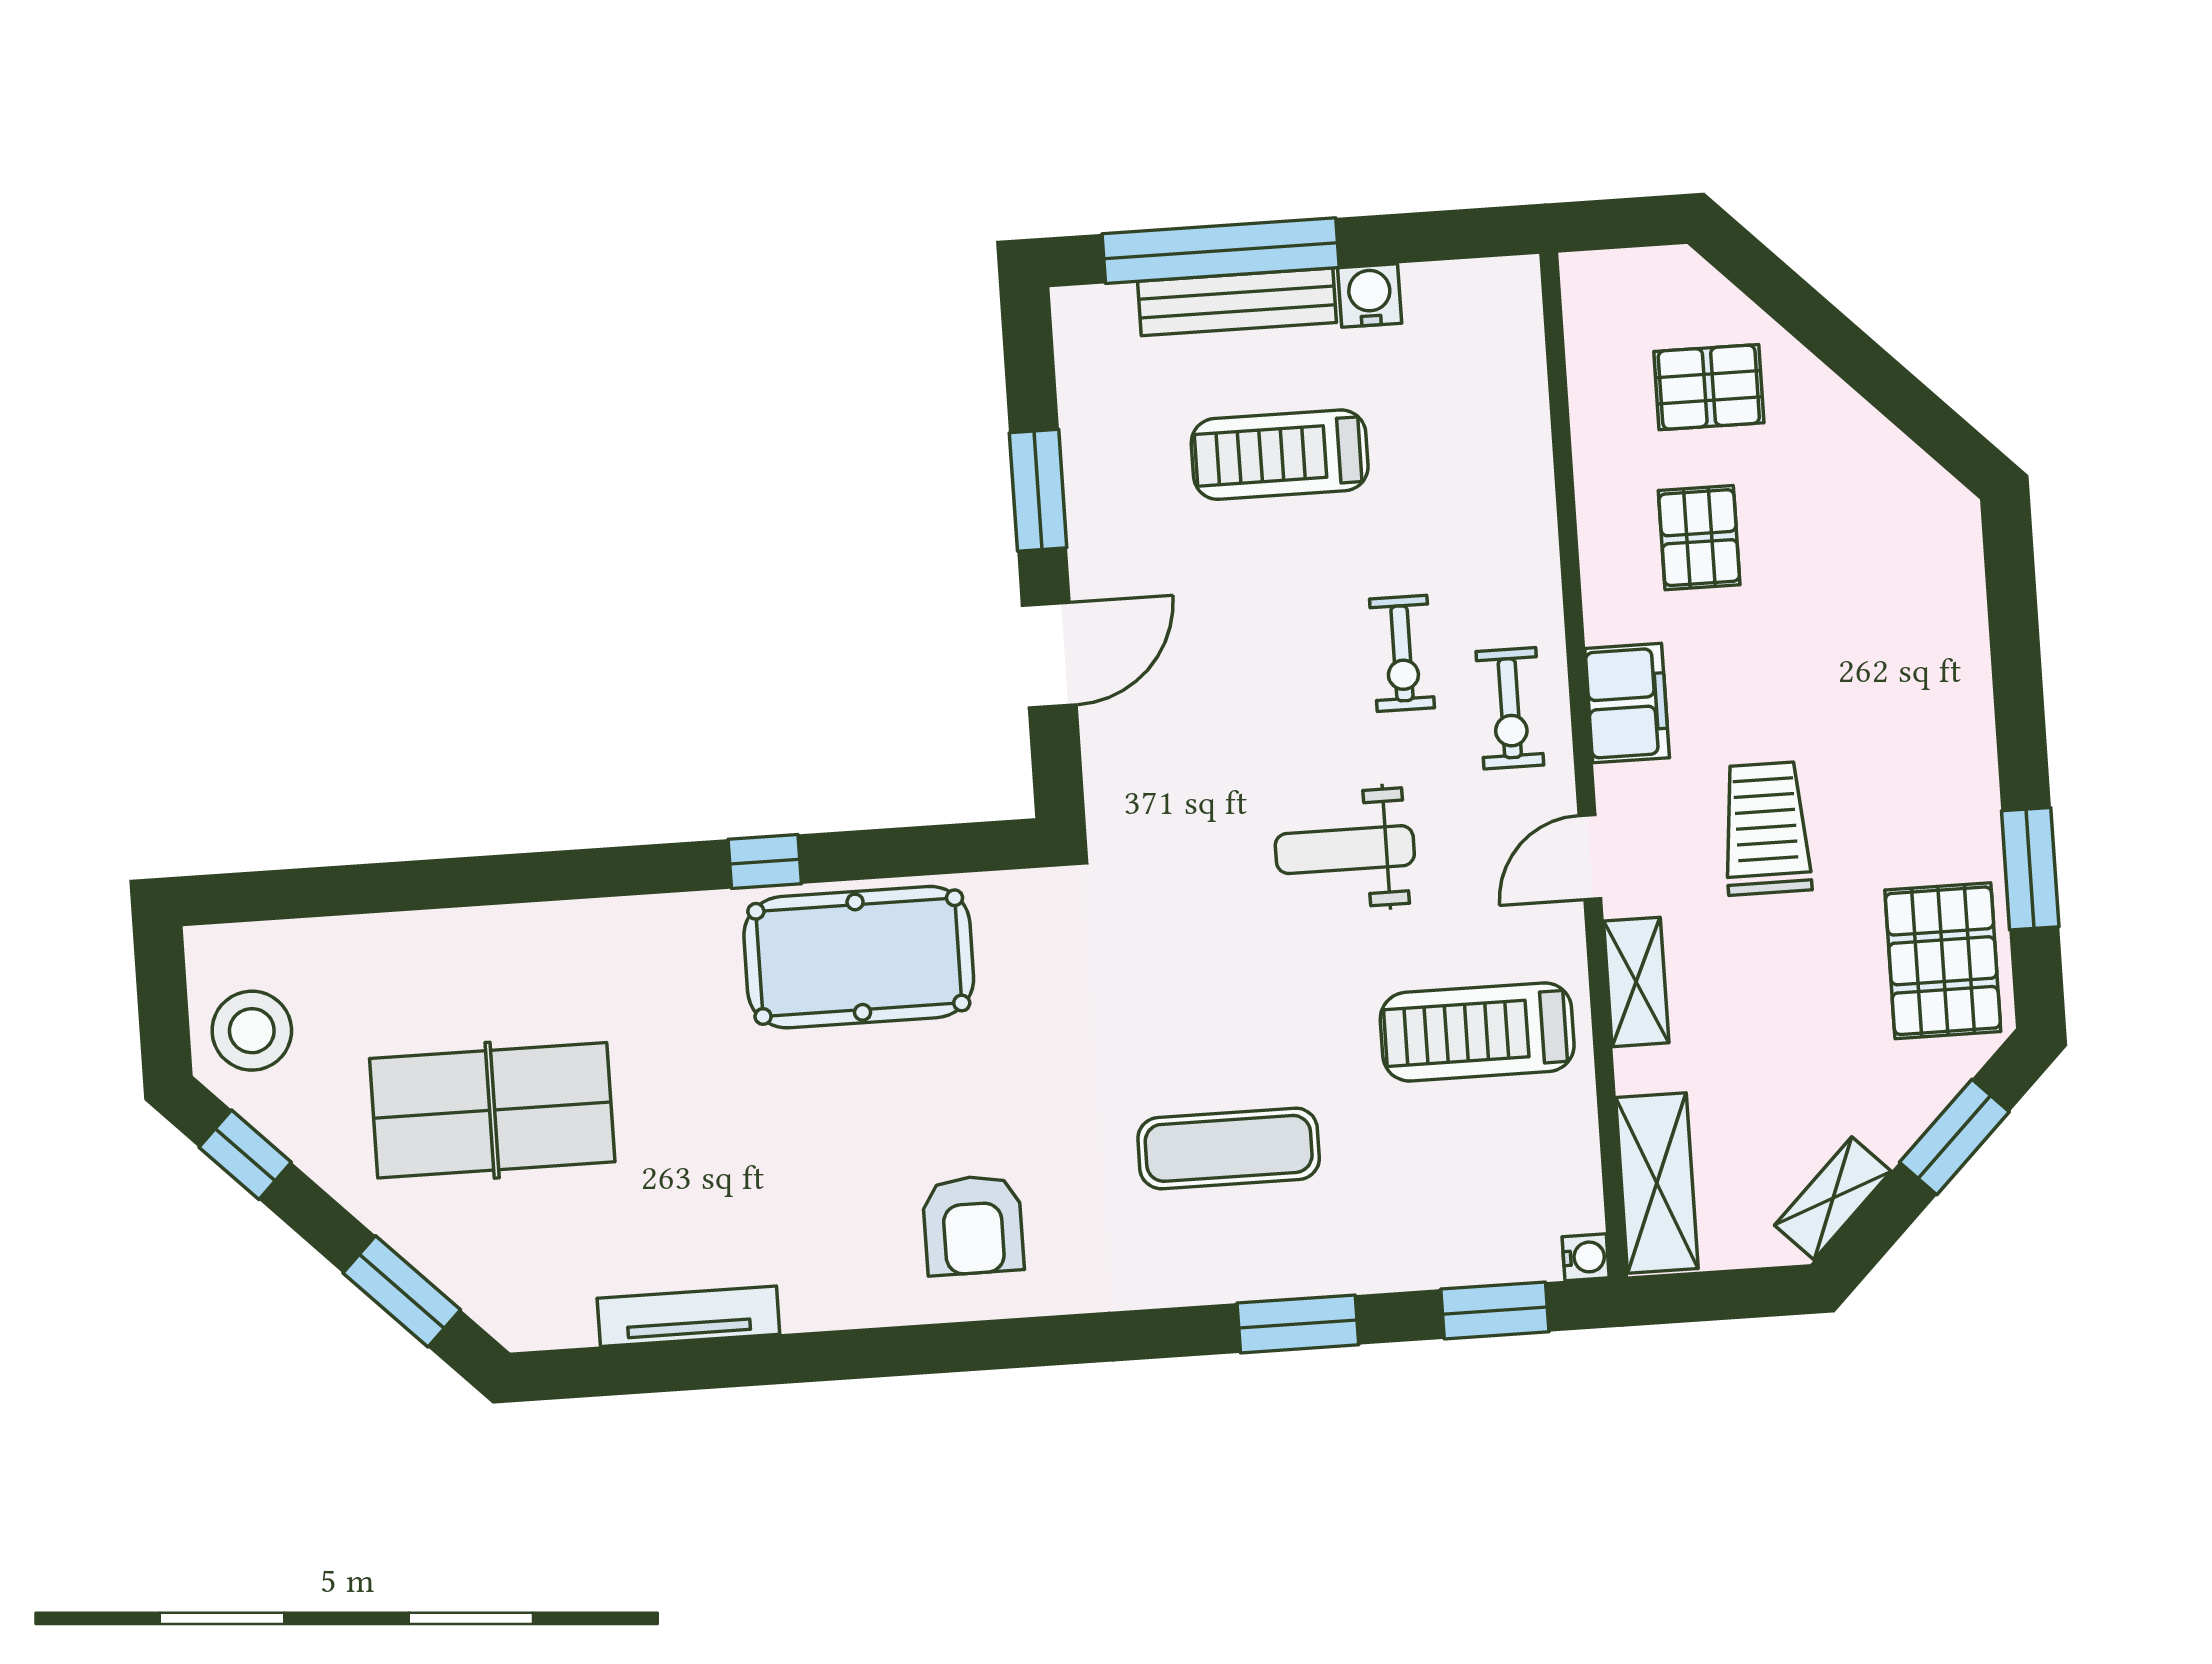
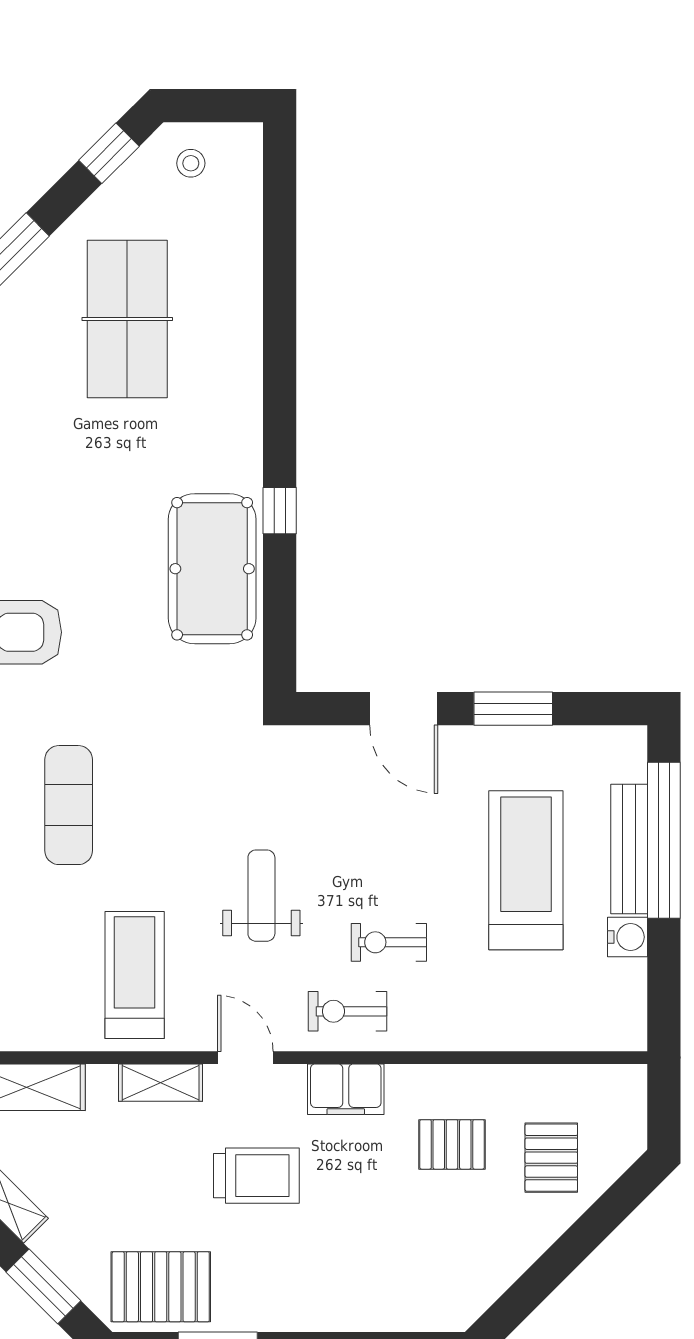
treadmill: (1280, 455) -> (526, 870), width x1.37, depth x1.38
stool: (252, 1031) -> (191, 163), width x0.53, depth x0.53

